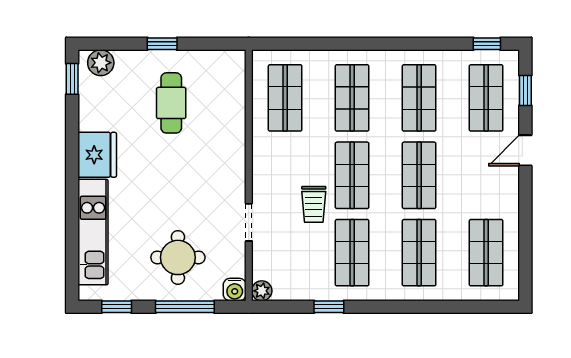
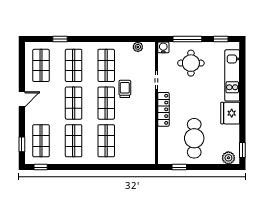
window: (162, 44) -> (179, 167), moved
shop shelf: (285, 98) -> (139, 141), removed
cafe table: (171, 103) -> (194, 138), width x1.37, depth x1.35
door: (525, 150) -> (22, 99), moved
locker: (234, 162) -> (163, 109), added
plant: (262, 291) -> (138, 47), moved
window: (329, 307) -> (60, 39), moved

